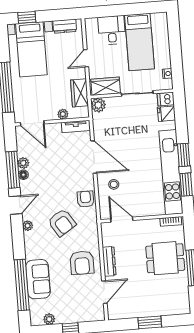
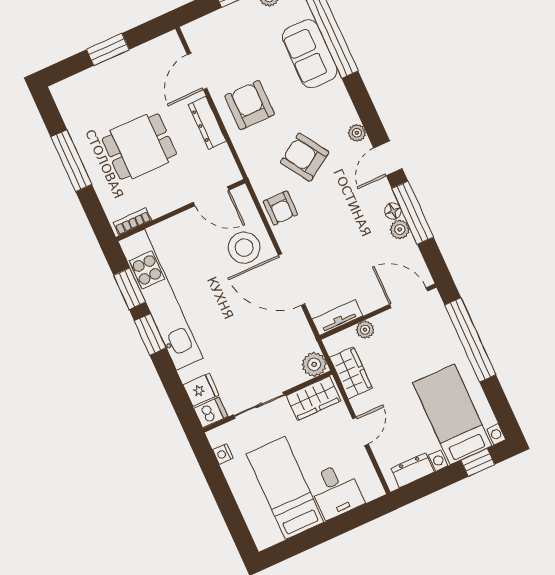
stool: (114, 184) -> (244, 248), width x1.89, depth x1.89
dining table: (165, 258) -> (139, 147), moved

